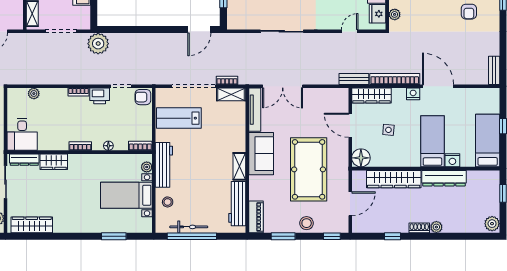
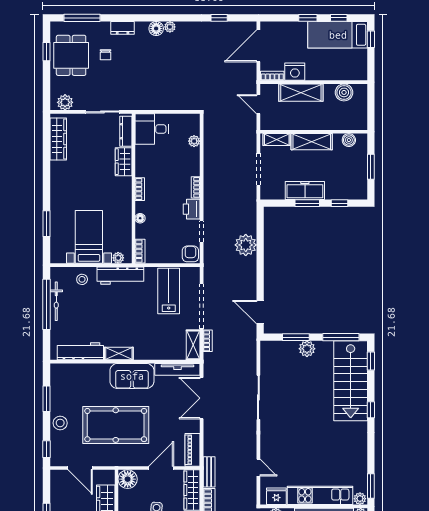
plant: (98, 44) -> (246, 245), moved
piano: (256, 217) -> (193, 450), moved, turned 90

